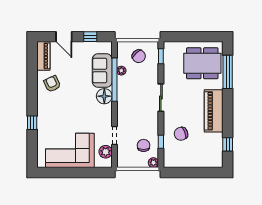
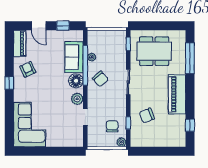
chair: (139, 56) -> (100, 79), moved
dining table: (202, 63) -> (154, 51), moved
window: (32, 123) -> (9, 83), moved
corner sofa: (70, 150) -> (30, 125), moved, turned 90
plant: (106, 152) -> (77, 99), moved

